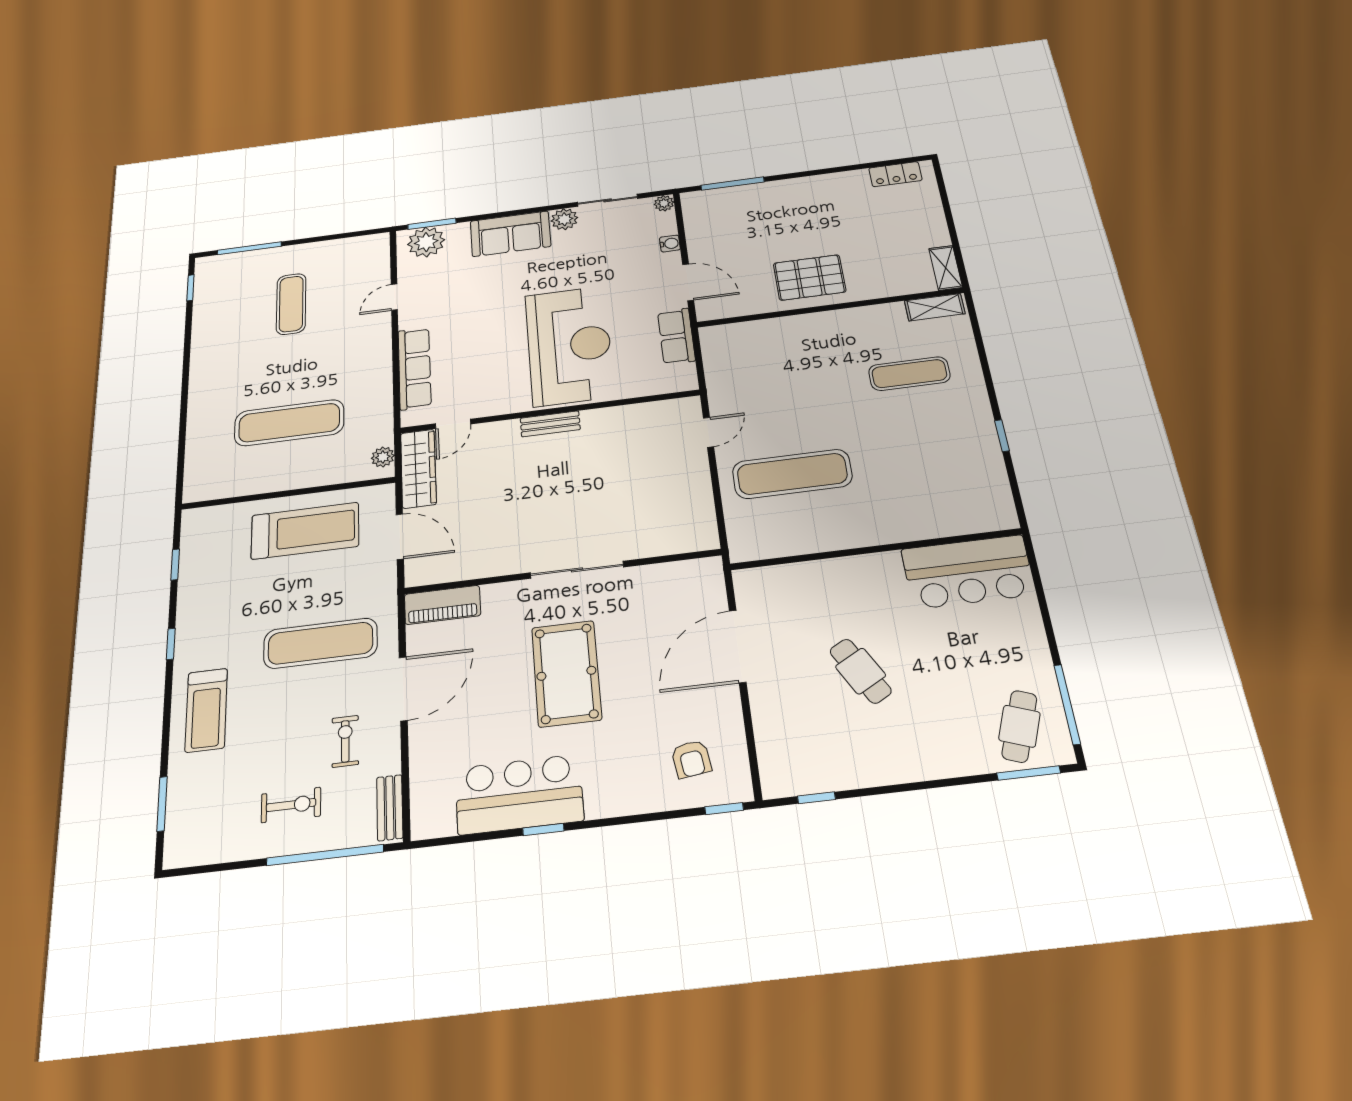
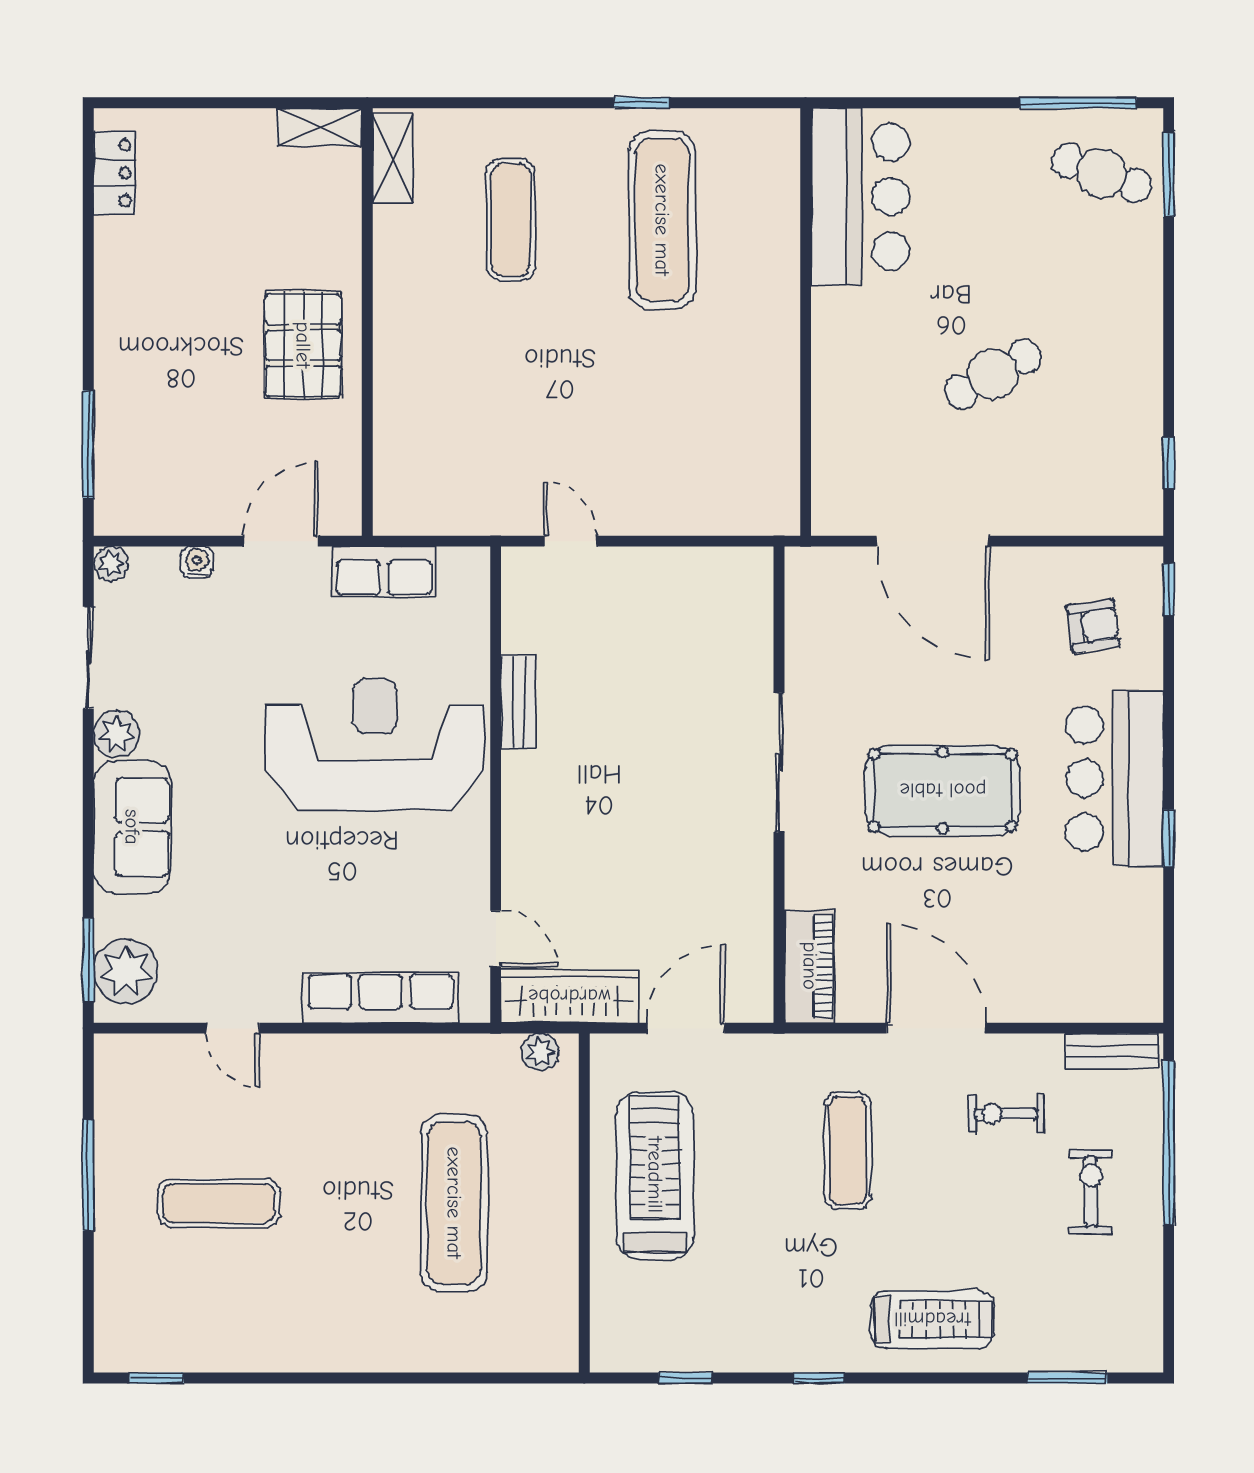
window: (249, 248) -> (88, 1175), moved
bench: (550, 424) -> (519, 702), moved
exercise mat: (792, 474) -> (662, 220), moved
exercise mat: (320, 643) -> (848, 1150), width x0.73, depth x0.69
bar counter: (519, 794) -> (1115, 779), moved

